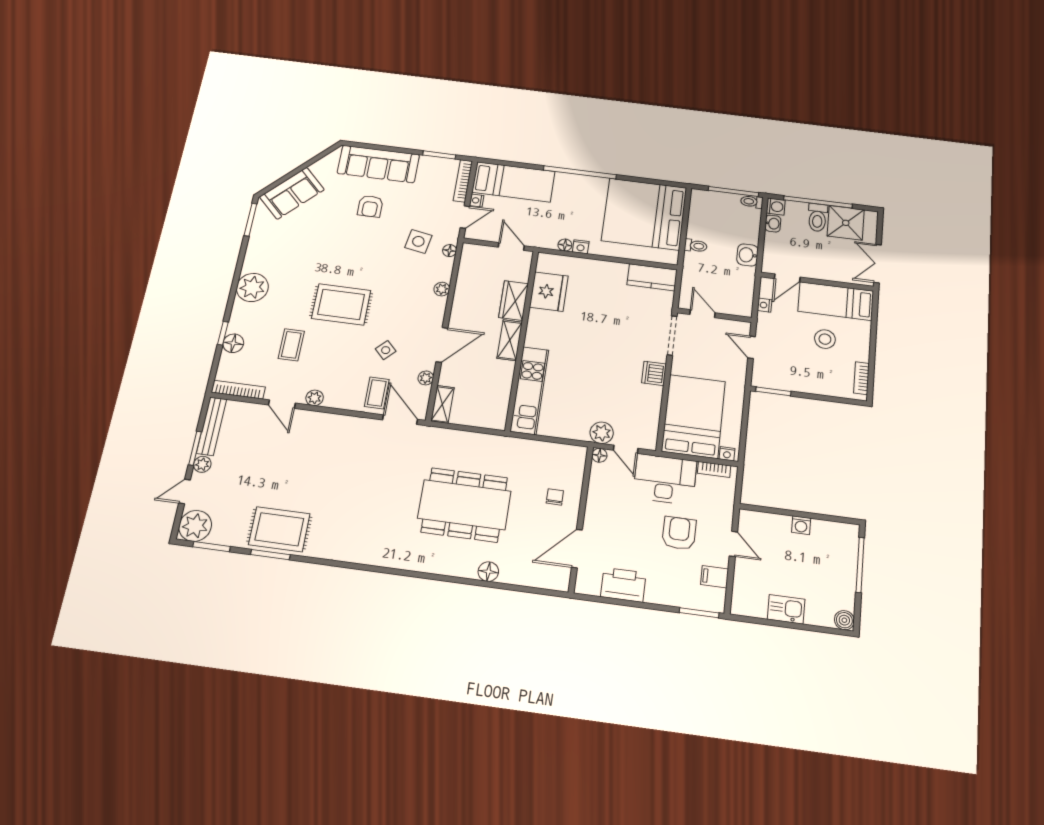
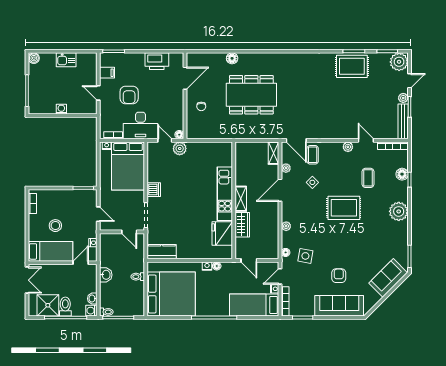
kitchen unit: (529, 390) -> (225, 194), moved

